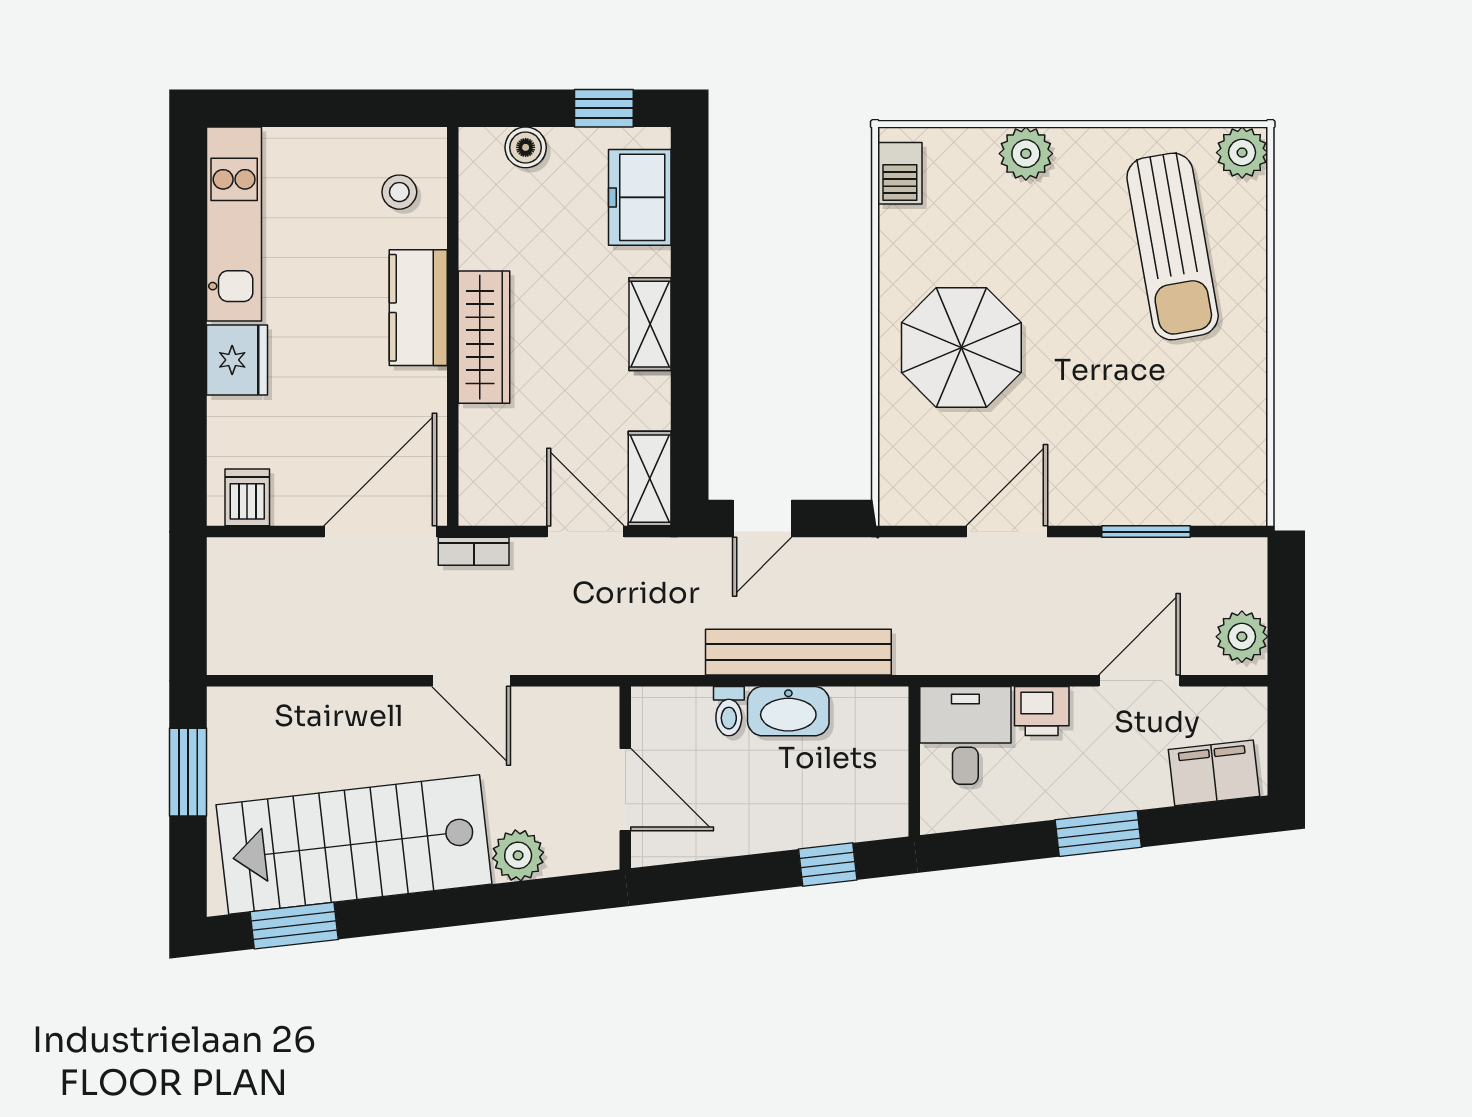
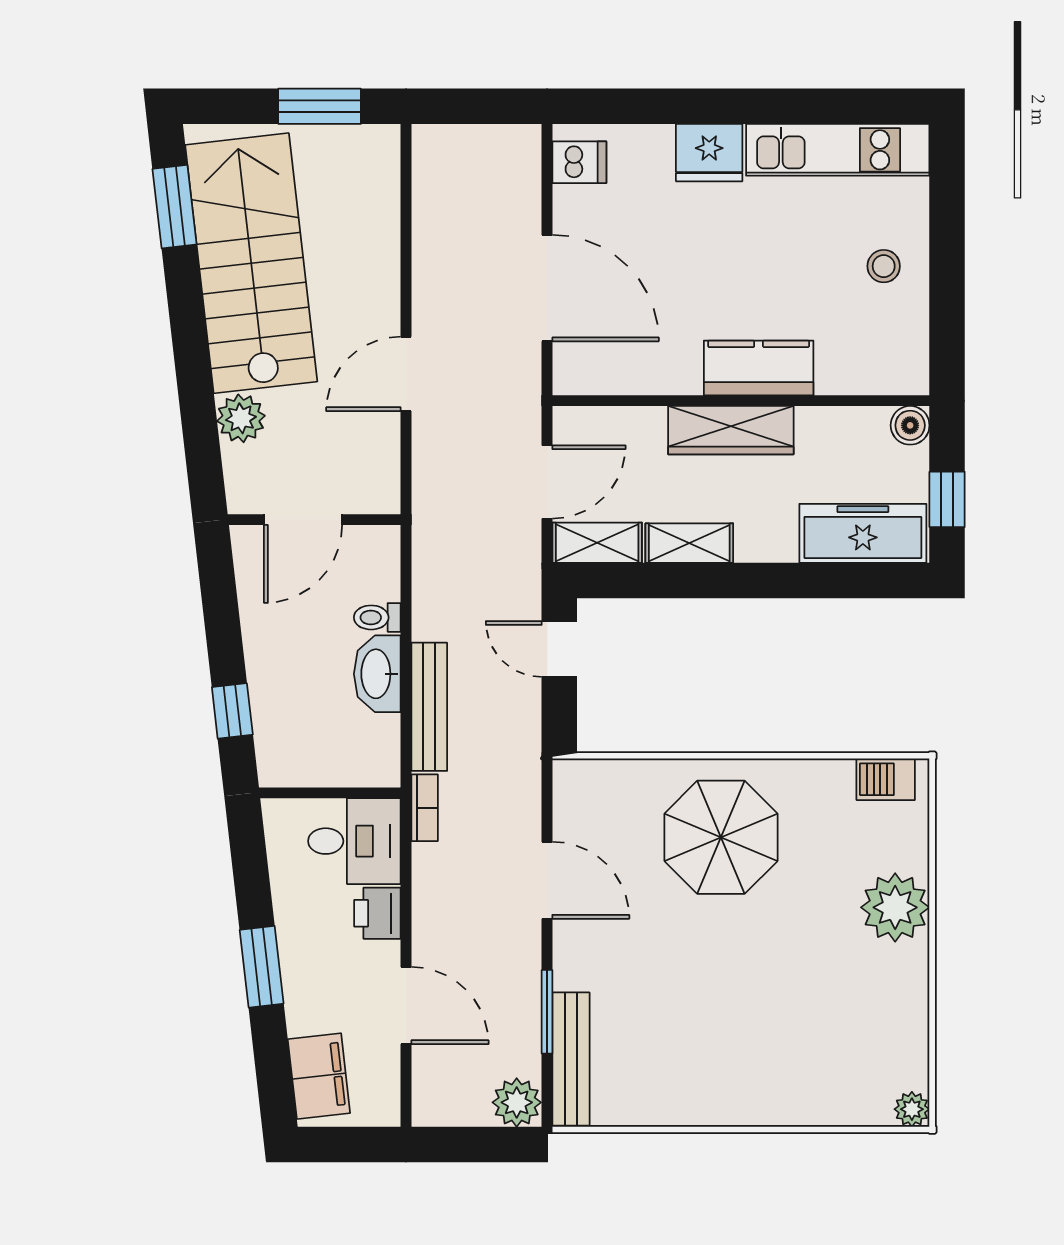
plant: (1242, 153) -> (912, 1109), width x0.73, depth x0.73
plant: (1026, 154) -> (895, 907), width x1.36, depth x1.36
stool: (399, 192) -> (884, 266), moved
freezer: (640, 197) -> (863, 533), width x1.40
sun lounger: (1173, 247) -> (816, 1037), removed
kitchen counter: (418, 308) -> (759, 368), moved
shelving: (650, 324) -> (689, 543), moved
wall: (453, 326) -> (741, 401), moved
wardrobe: (484, 337) -> (731, 430), moved
bench: (1196, 506) -> (571, 1059), added
bookcase: (474, 551) -> (425, 808), moved, turned 180
plant: (1242, 637) -> (517, 1102), moved
bench: (798, 652) -> (429, 707), width x0.73, depth x0.82

